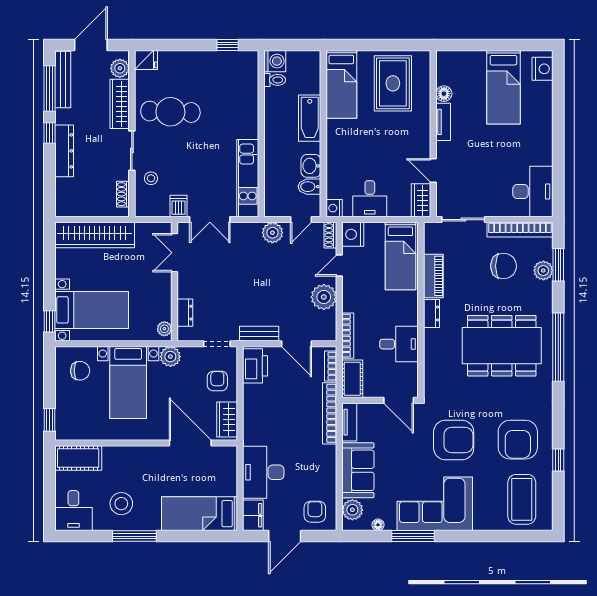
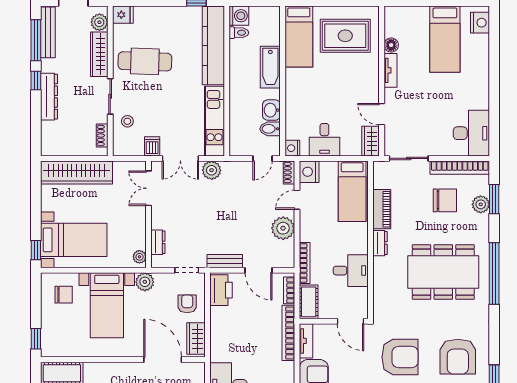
rug: (393, 83) -> (345, 36), turned 90
kitchen counter: (246, 94) -> (213, 46), added
plant: (272, 233) -> (212, 170), moved

